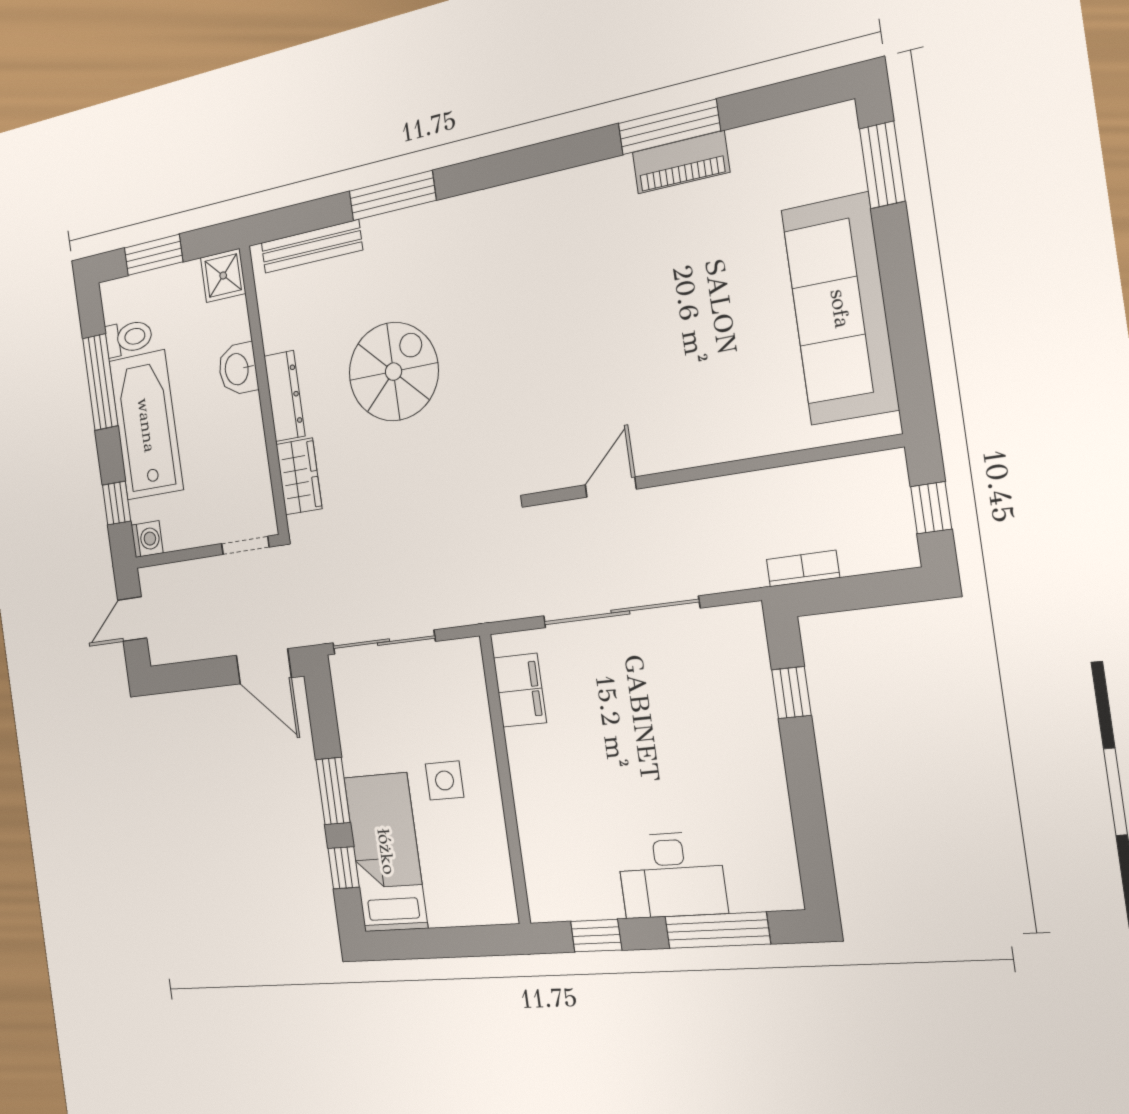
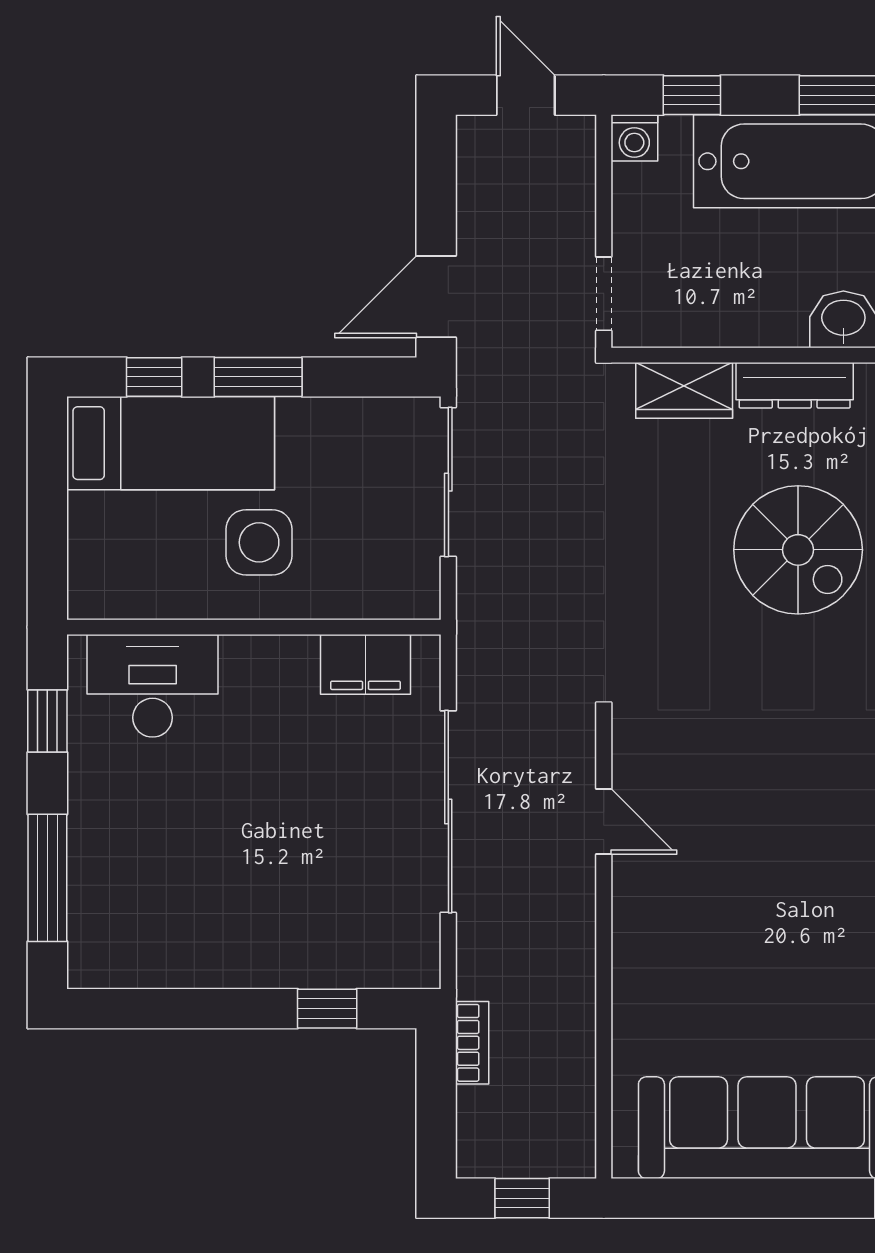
side table: (445, 780) -> (259, 542), width x1.37, depth x1.37
desk: (671, 875) -> (153, 686), moved, turned 90

